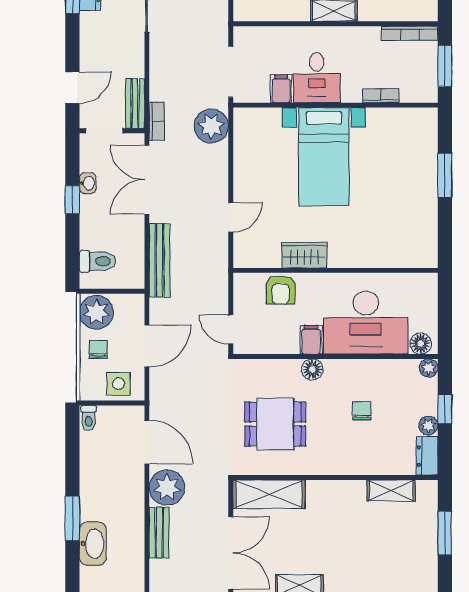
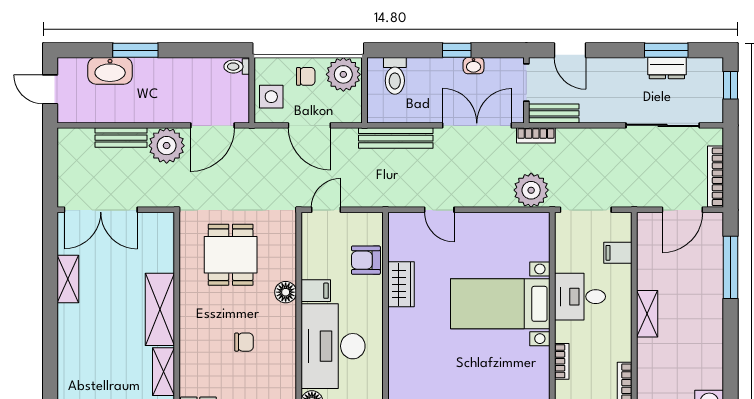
filing cabinet: (281, 89) -> (618, 253), moved, turned 180
shelving: (269, 494) -> (160, 309), moved

